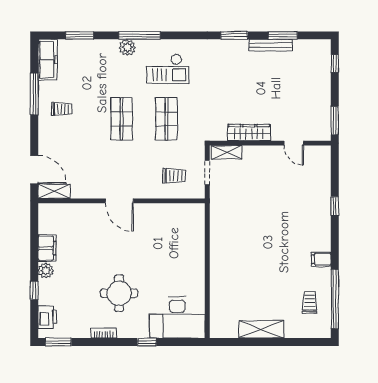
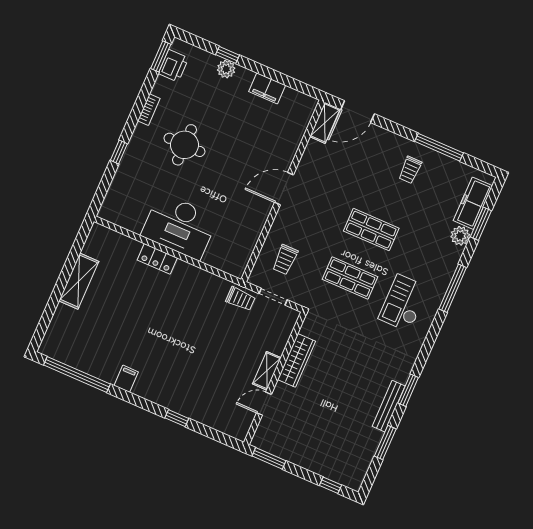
bench: (271, 45) -> (389, 406), moved
plant: (127, 47) -> (460, 236), moved
freezer: (47, 60) -> (473, 203), moved, turned 90
shelving: (226, 152) -> (267, 371), moved
plant: (46, 270) -> (226, 69), moved
locker: (217, 276) -> (157, 259), added
trolley: (310, 302) -> (240, 299), moved
printer: (47, 317) -> (173, 66), moved, turned -90
desk: (177, 317) -> (180, 226), moved, turned -90

